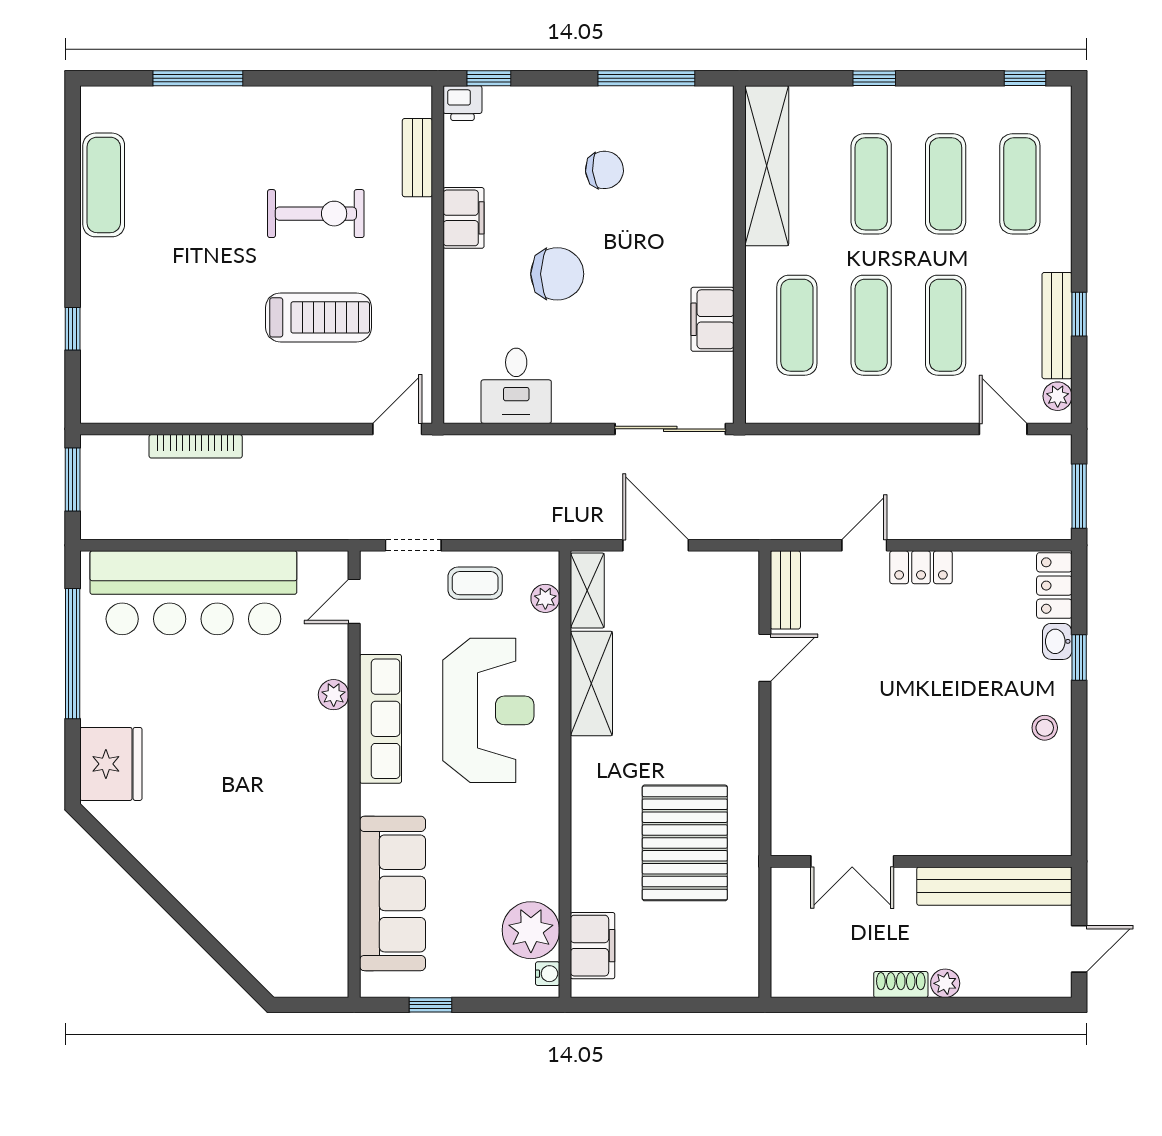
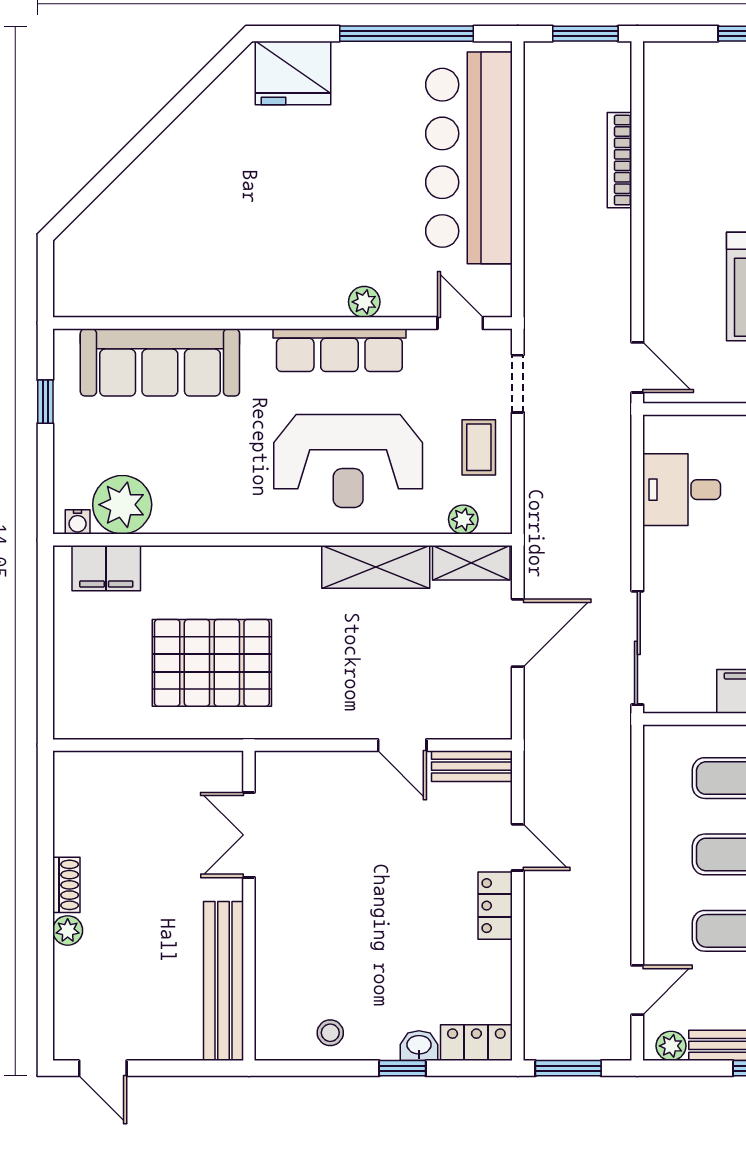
double door: (852, 861) -> (249, 835), moved
wall: (921, 861) -> (249, 906), moved
bench: (994, 886) -> (223, 981), moved

